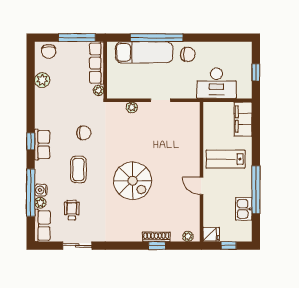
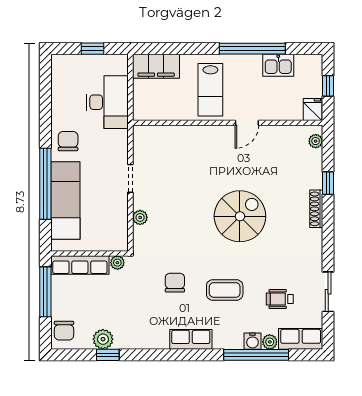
chair: (49, 51) -> (64, 331), turned 90
window: (31, 141) -> (108, 355), moved
shoe rack: (156, 237) -> (316, 209), moved

